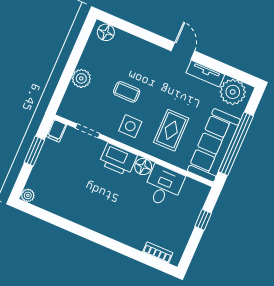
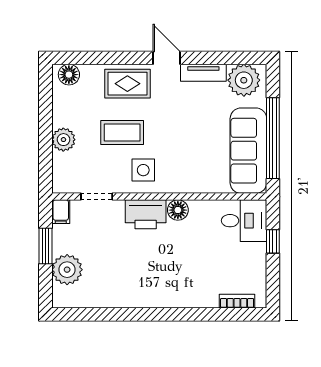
coffee table: (127, 92) -> (122, 133), width x1.36, depth x1.30
rug: (171, 130) -> (127, 84), moved, turned 90
desk: (163, 186) -> (244, 221), moved, turned 90
plant: (28, 195) -> (67, 270), moved, width x1.88, depth x1.88

